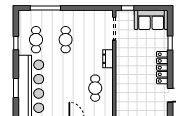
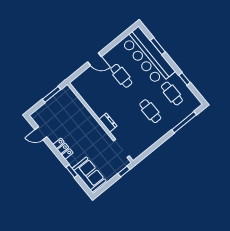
sofa: (151, 20) -> (89, 175), moved, turned 90
locker: (162, 68) -> (63, 149), width x0.66
cafe table: (95, 88) -> (121, 76), moved

